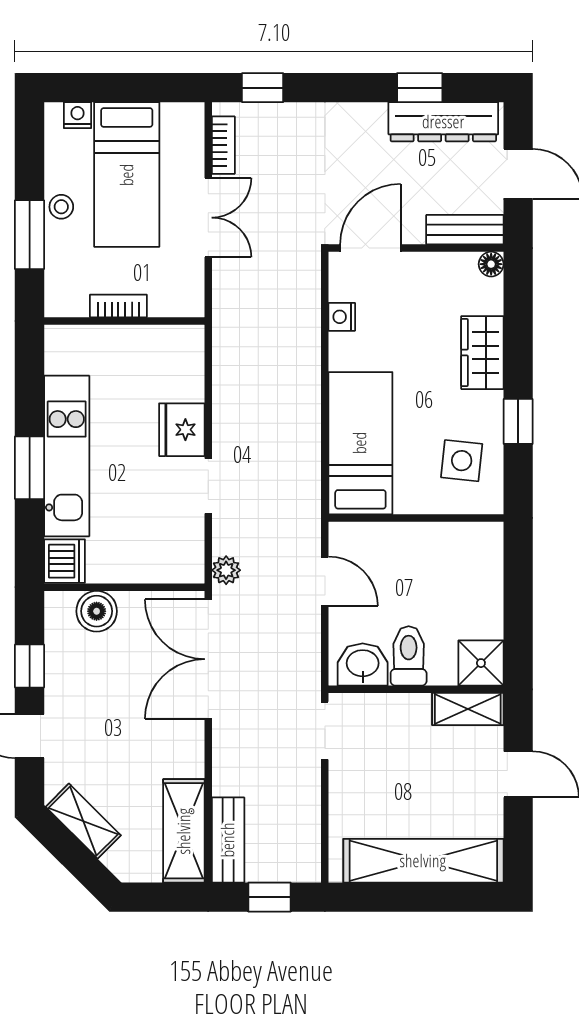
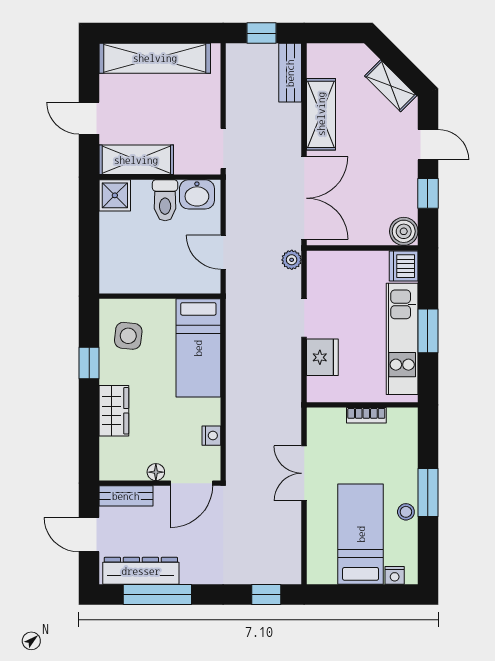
window: (420, 88) -> (157, 594), width x2.17
bookcase: (223, 145) -> (294, 555), removed
double door: (208, 218) -> (304, 473), moved
floor lamp: (491, 264) -> (156, 472), moved
bookcase: (118, 306) -> (366, 415), moved
wall: (124, 321) -> (362, 405), moved
boiler: (97, 611) -> (404, 231), moved
shelving: (468, 709) -> (136, 160), width x1.50, depth x1.33
shelving: (184, 831) -> (321, 114), moved

